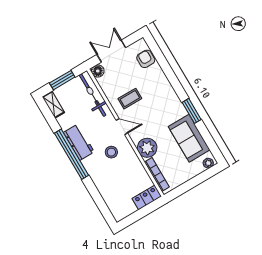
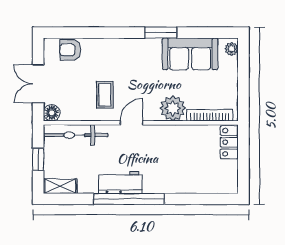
window: (62, 80) -> (38, 159), width x0.67
stool: (111, 152) -> (154, 152), removed

